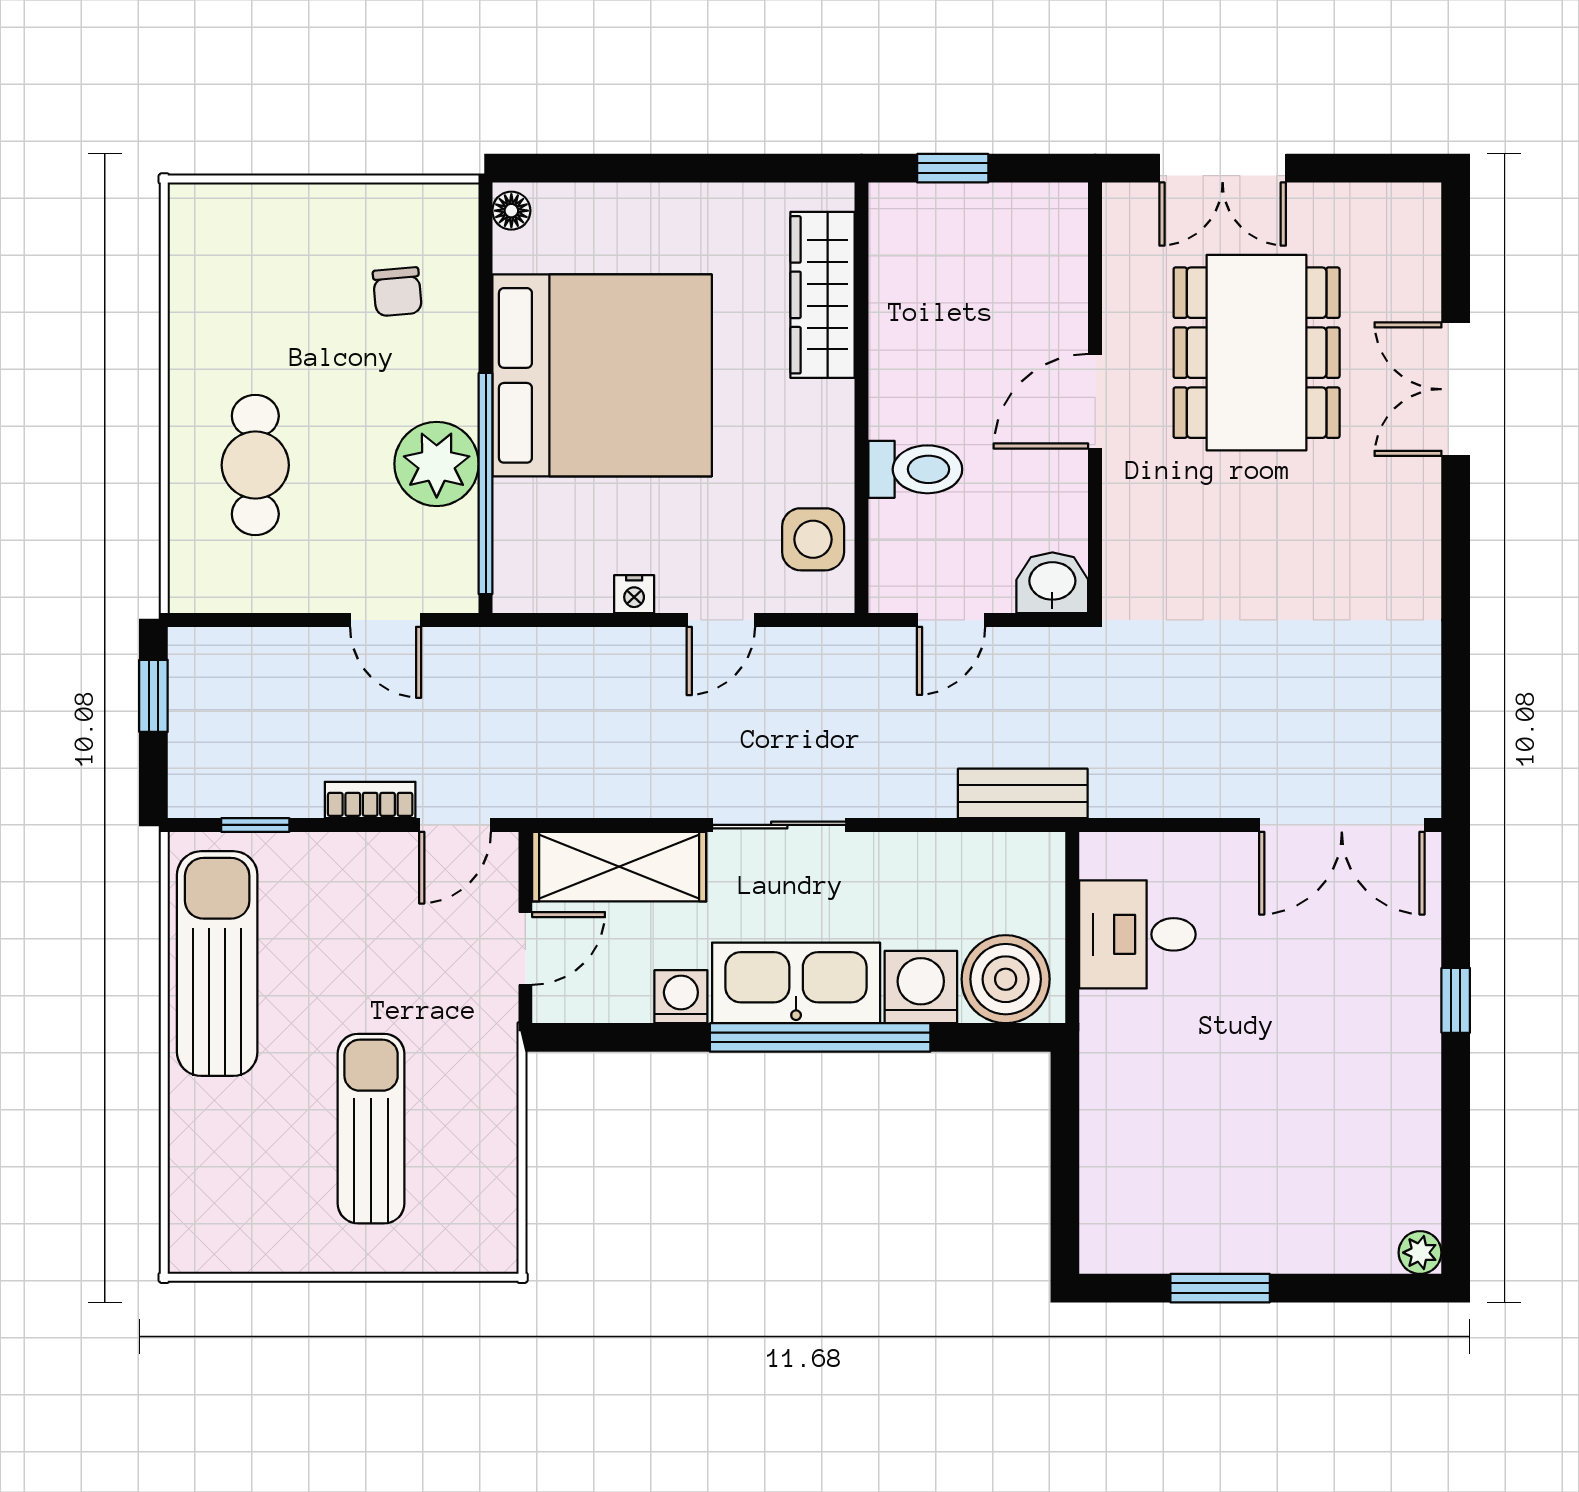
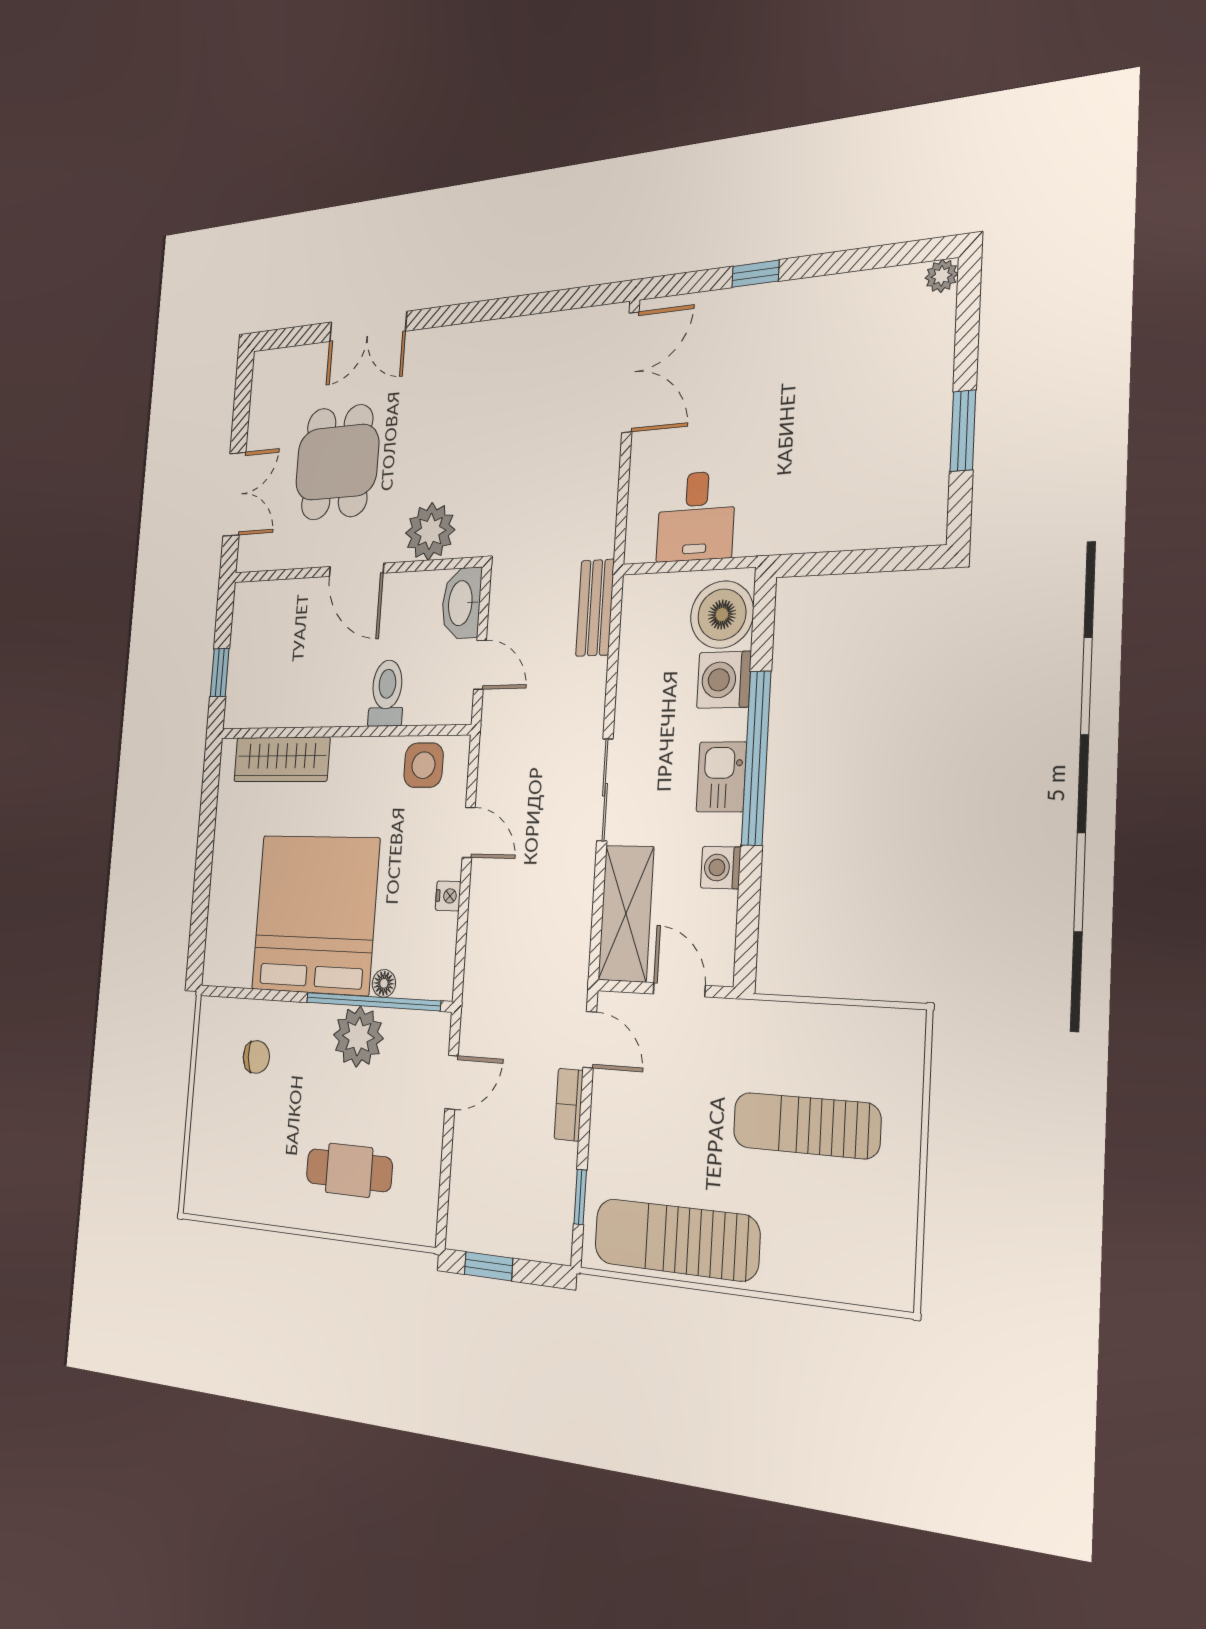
floor lamp: (511, 211) -> (384, 983), moved
dining table: (1257, 353) -> (337, 462), width x0.73
plant: (1143, 523) -> (430, 531), added
washbasin: (1052, 583) -> (461, 603), width x1.38
kitchen sink: (796, 983) -> (721, 777), width x0.53, depth x0.81

